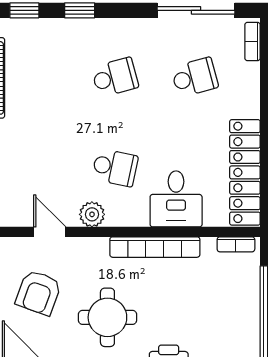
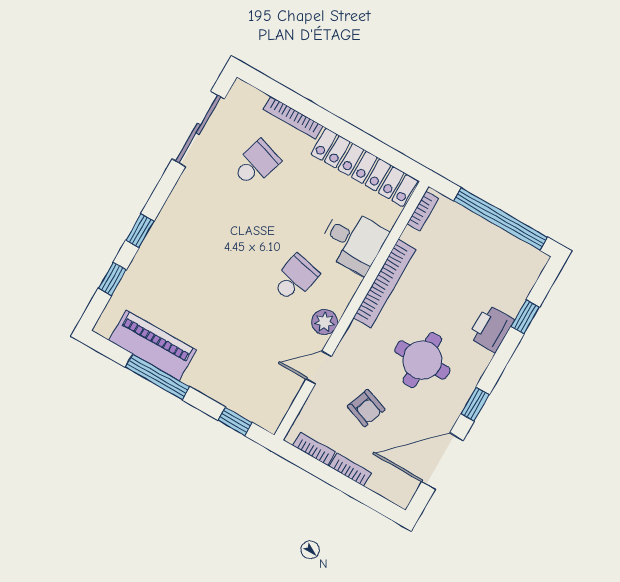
bookcase: (252, 42) -> (293, 118), moved, width x1.56
school desk: (115, 77) -> (216, 233), removed
school desk: (195, 77) -> (256, 164), turned 33
armchair: (38, 293) -> (366, 408), width x0.72, depth x0.72

